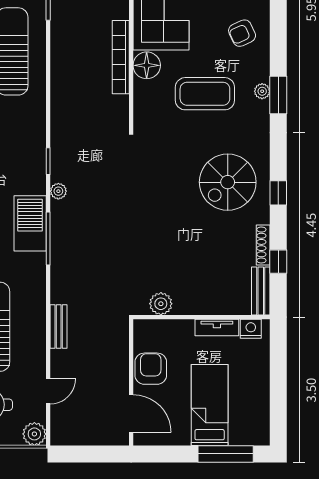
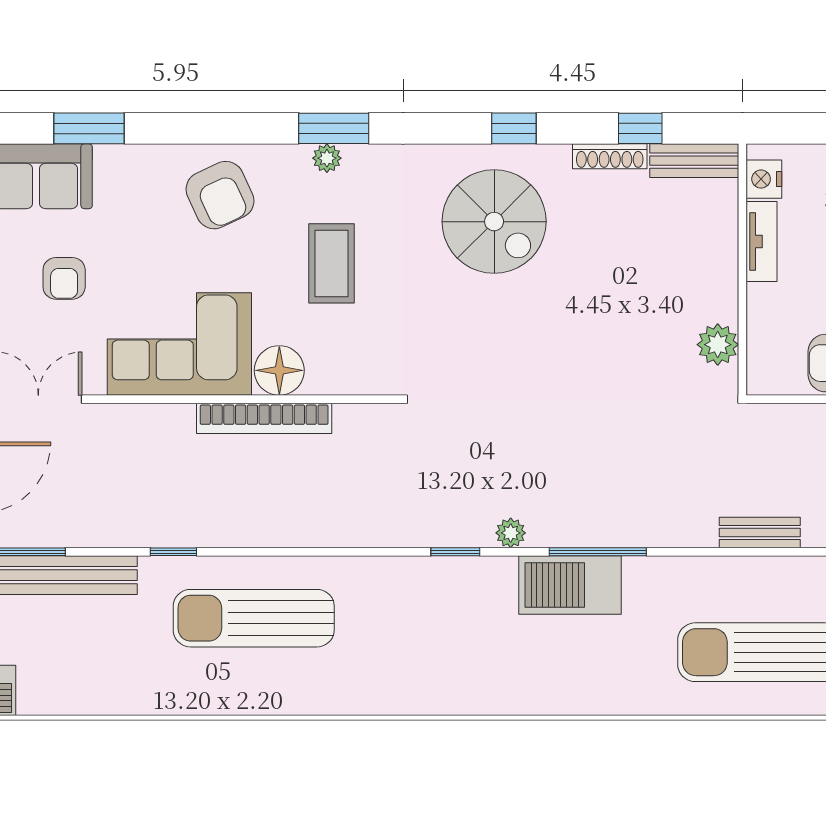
armchair: (242, 33) -> (220, 195), width x1.38, depth x1.38
coffee table: (205, 94) -> (331, 263), width x0.73, depth x0.76

